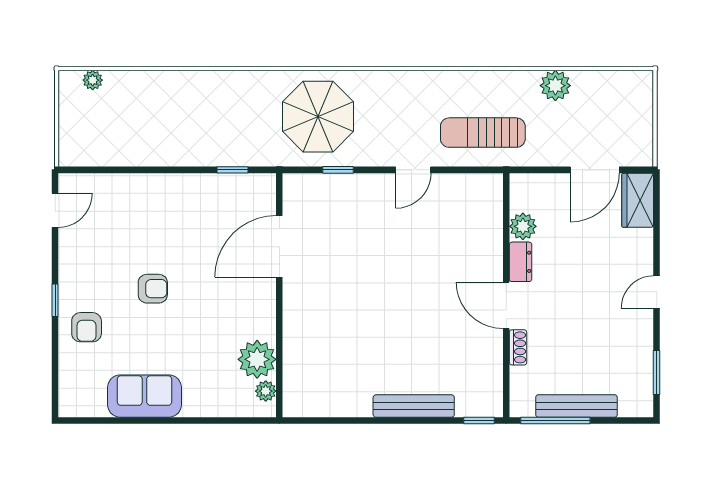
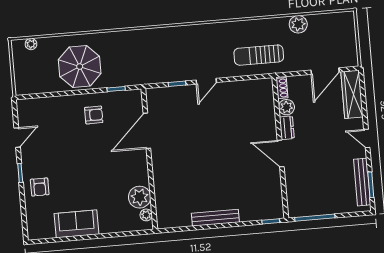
parasol: (318, 117) -> (80, 67), moved
door: (413, 170) -> (206, 81), moved
wardrobe: (638, 200) -> (352, 94), width x1.50
door: (55, 210) -> (17, 138), moved
armchair: (153, 289) -> (94, 115), moved
door: (657, 292) -> (367, 138), hinge flipped
shoe rack: (518, 347) -> (282, 88), moved
bench: (414, 406) -> (215, 218), moved
bench: (576, 406) -> (362, 182), moved, turned 90

